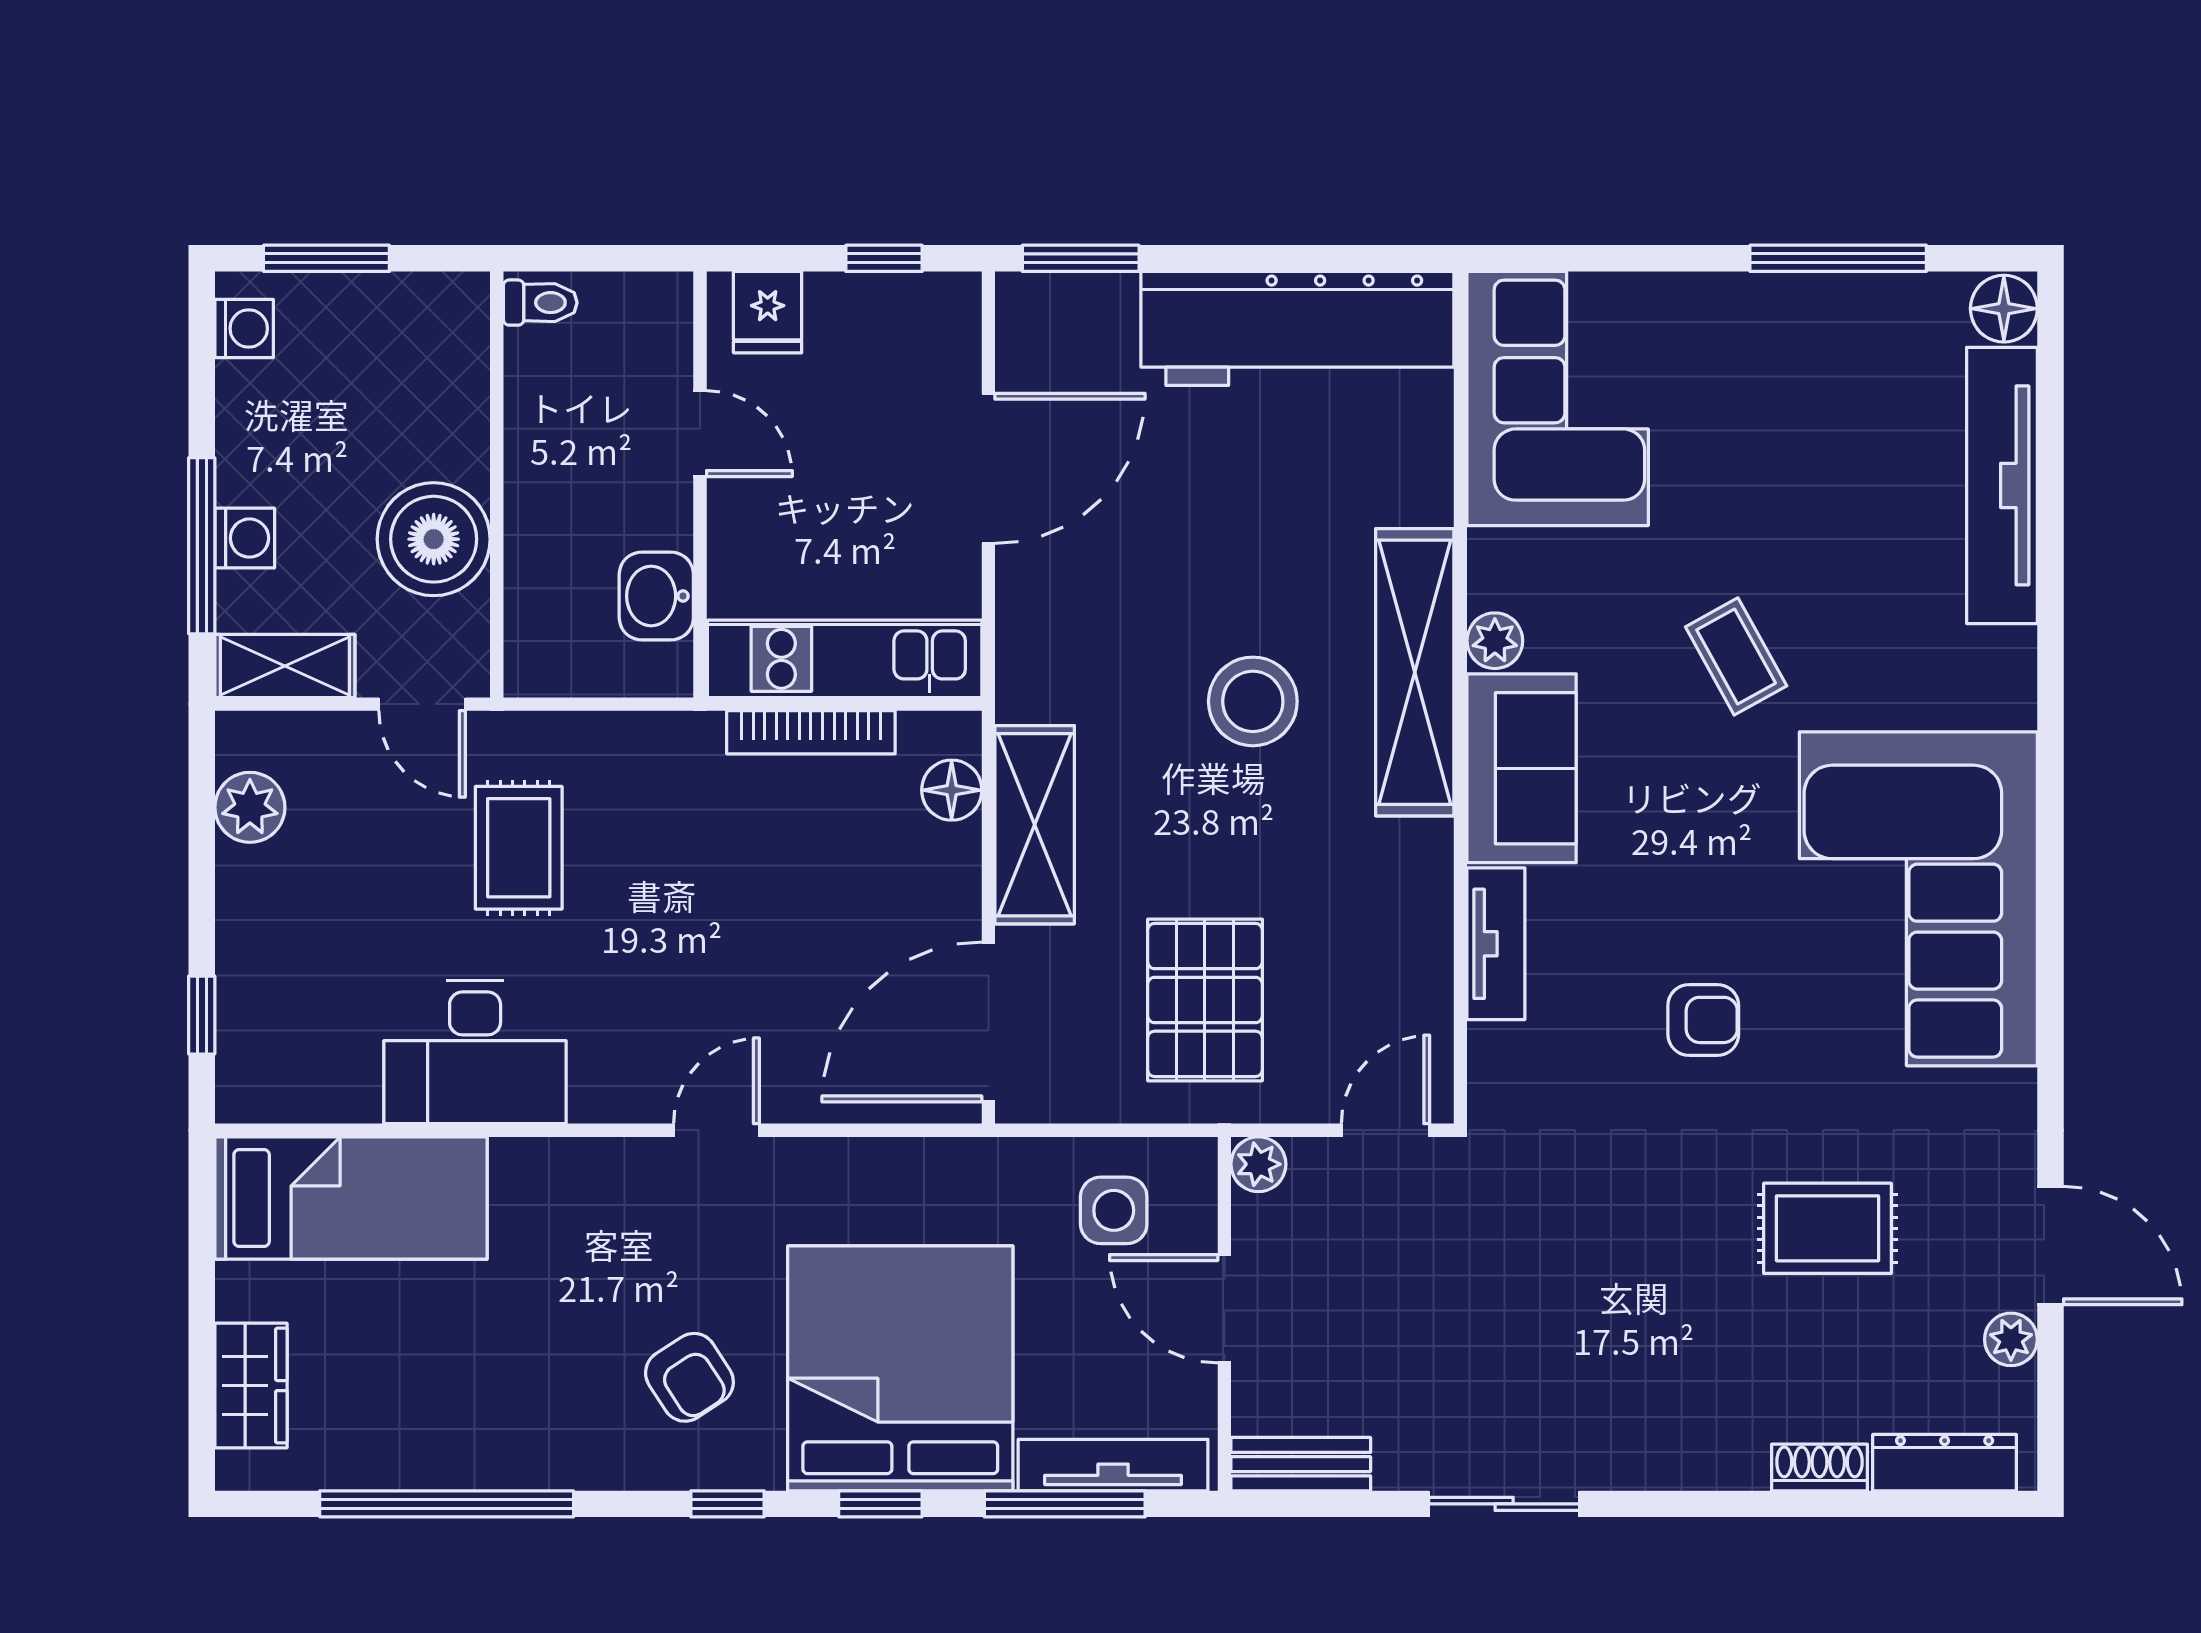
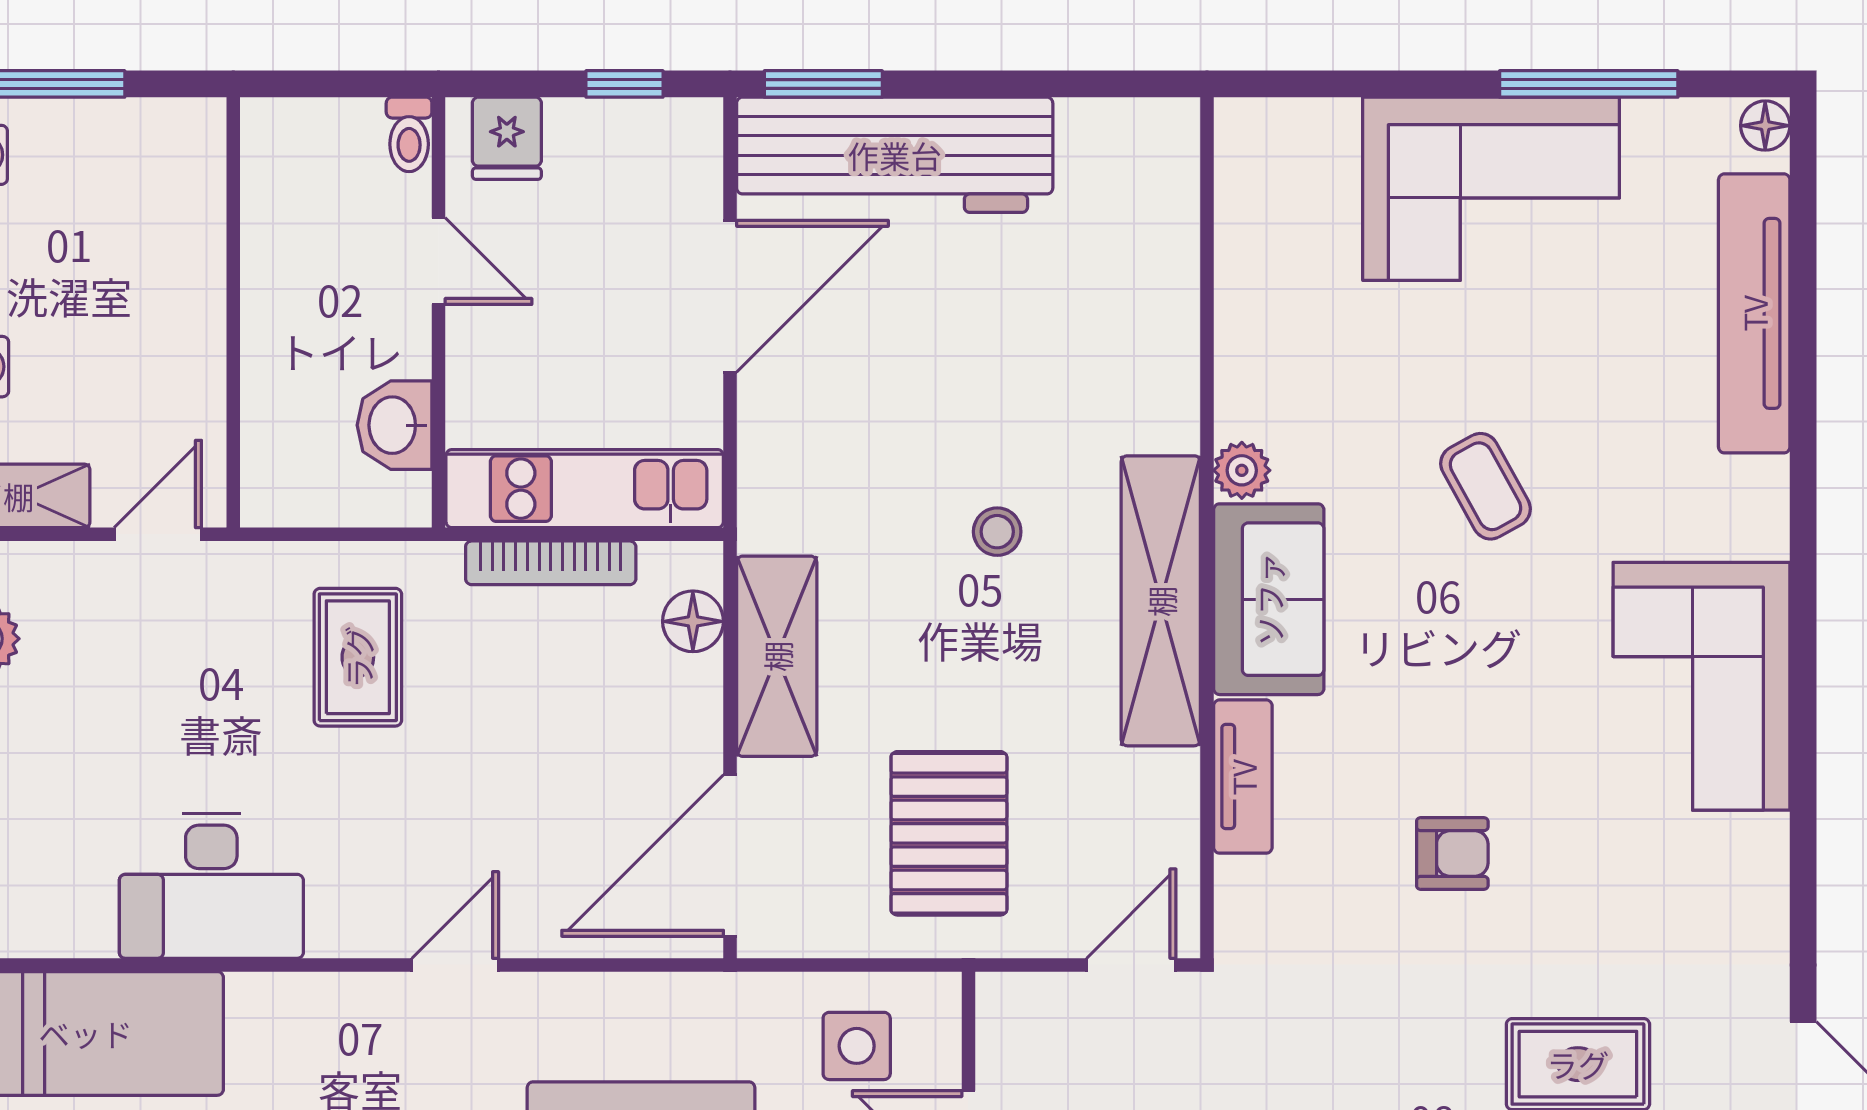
toilet: (540, 303) -> (409, 134), moved, turned 90
floor lamp: (2004, 309) -> (1765, 126), width x0.73, depth x0.73
workbench: (1297, 328) -> (895, 155), moved
corner sofa: (1558, 398) -> (1491, 189), moved, turned 90
boiler: (434, 539) -> (169, 368), removed
shelving: (1415, 672) -> (1161, 601), moved
stool: (1253, 701) -> (997, 532), width x0.53, depth x0.53
door: (422, 704) -> (158, 534), swing flipped
rug: (519, 848) -> (358, 657), moved
corner sofa: (1918, 899) -> (1701, 686), width x0.73, depth x0.74
plant: (1258, 1164) -> (1003, 999), removed

